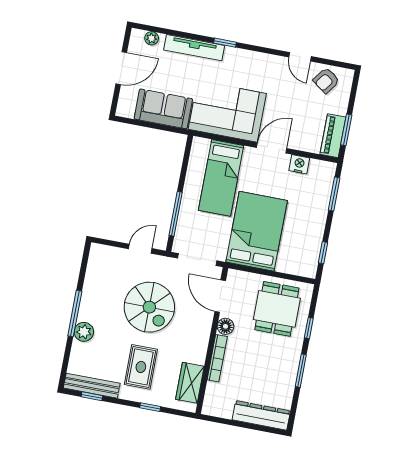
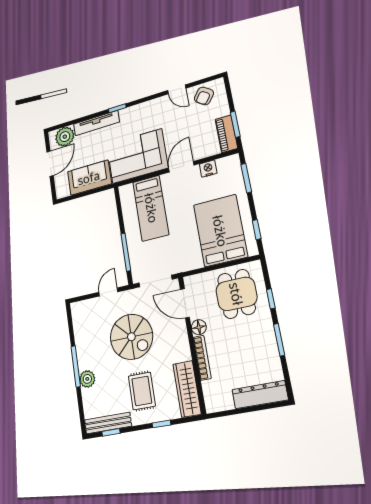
plant: (152, 38) -> (65, 137), width x1.88, depth x1.88
bed: (257, 231) -> (220, 231), moved
wardrobe: (190, 383) -> (187, 389), width x1.50

